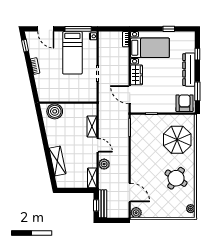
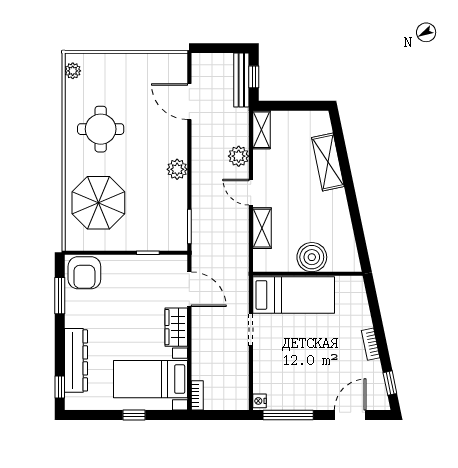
door: (46, 29) -> (350, 415), hinge flipped
window: (169, 29) -> (134, 415), moved
bed: (72, 53) -> (294, 295), moved, turned 90
window: (197, 54) -> (60, 387), moved
dresser: (189, 70) -> (76, 360), moved
boiler: (55, 111) -> (312, 257), moved
round table: (176, 178) -> (101, 129), turned -33
plant: (136, 213) -> (177, 169), moved

